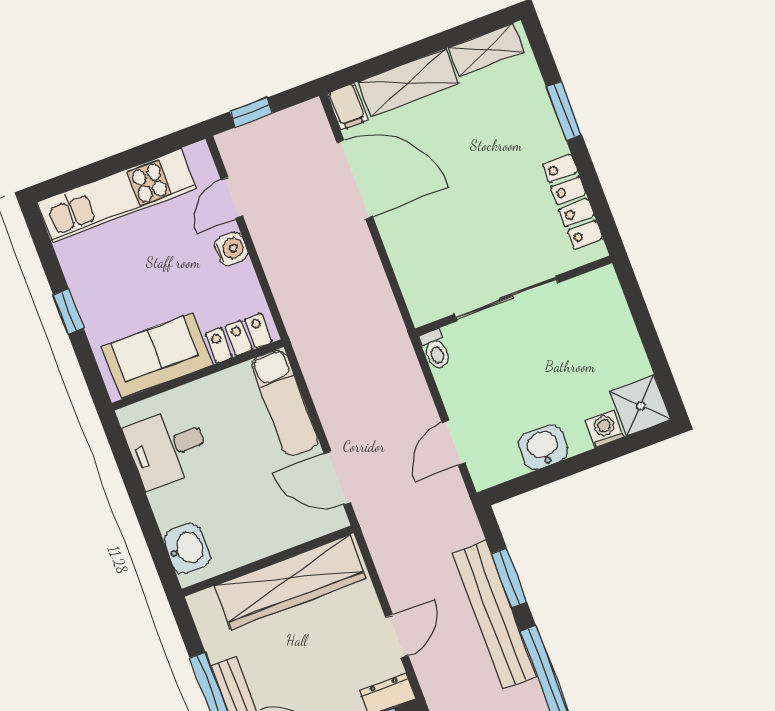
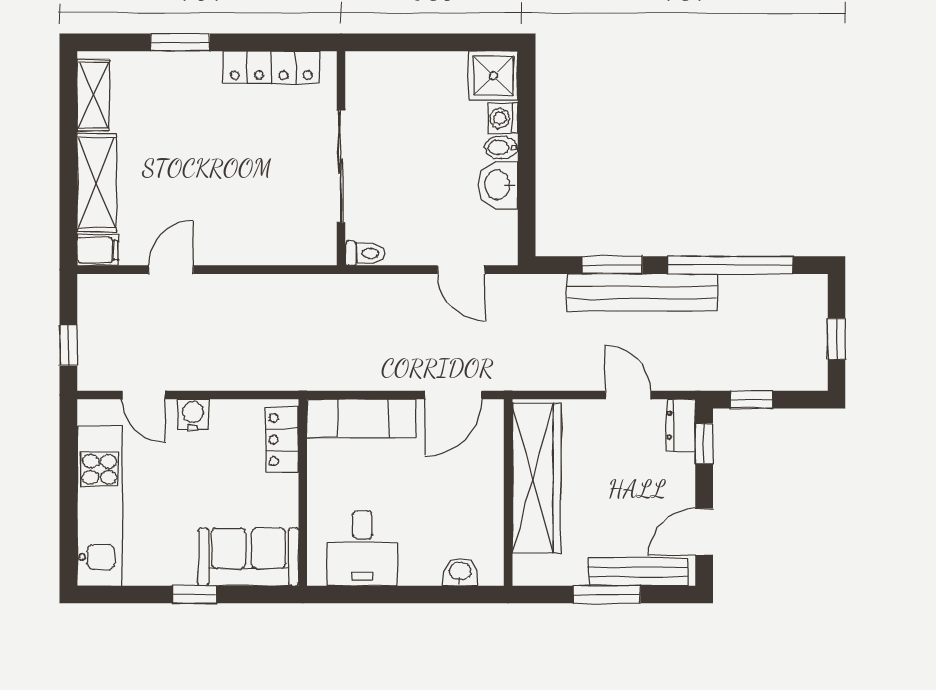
door: (355, 180) -> (171, 270), width x0.53
sofa: (157, 356) -> (249, 557), moved, turned 90
bidet: (578, 437) -> (501, 148), added
washbasin: (187, 549) -> (460, 572), width x0.72, depth x0.69

